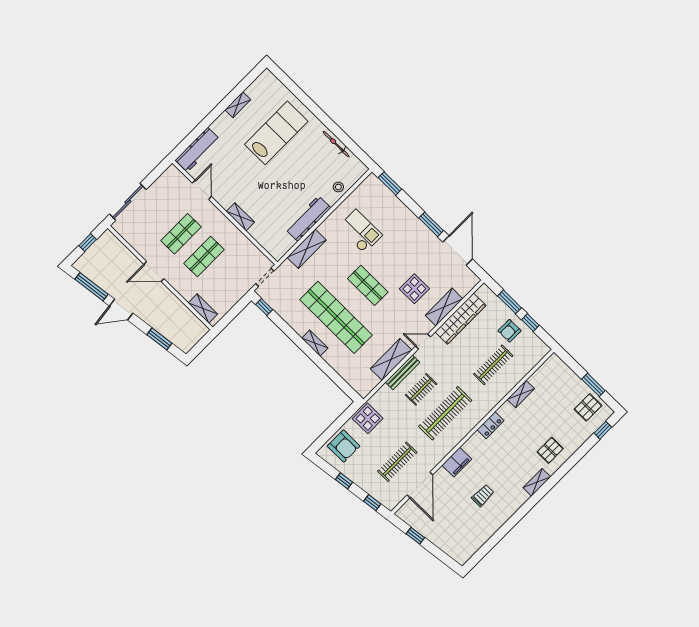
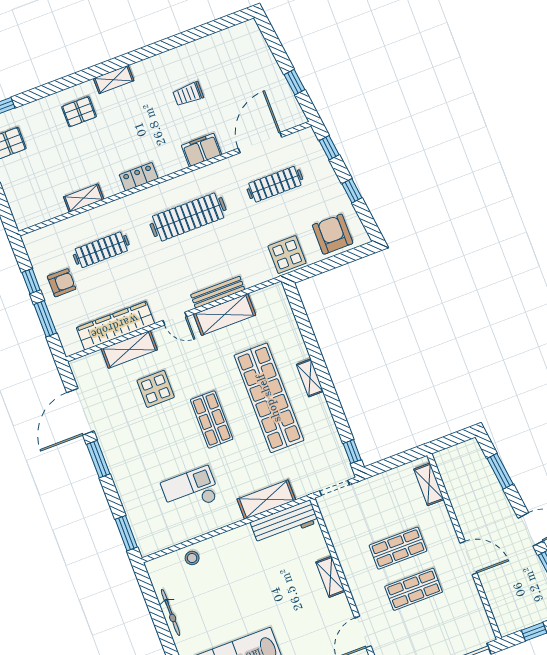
workbench: (308, 219) -> (284, 522), moved
checkout: (360, 231) -> (190, 491), turned 90
clothes rail: (421, 389) -> (204, 260), removed

